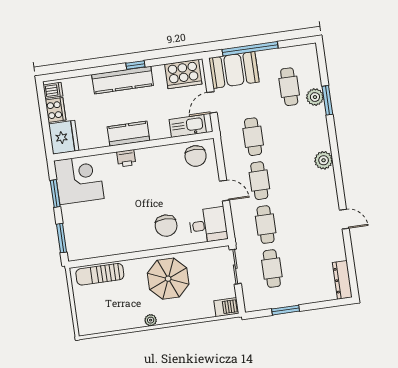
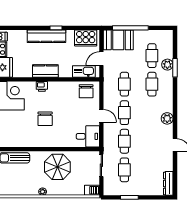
cafe table: (295, 131) -> (152, 84), added
plant: (324, 160) -> (167, 118), moved
chair: (166, 226) -> (45, 119), moved

